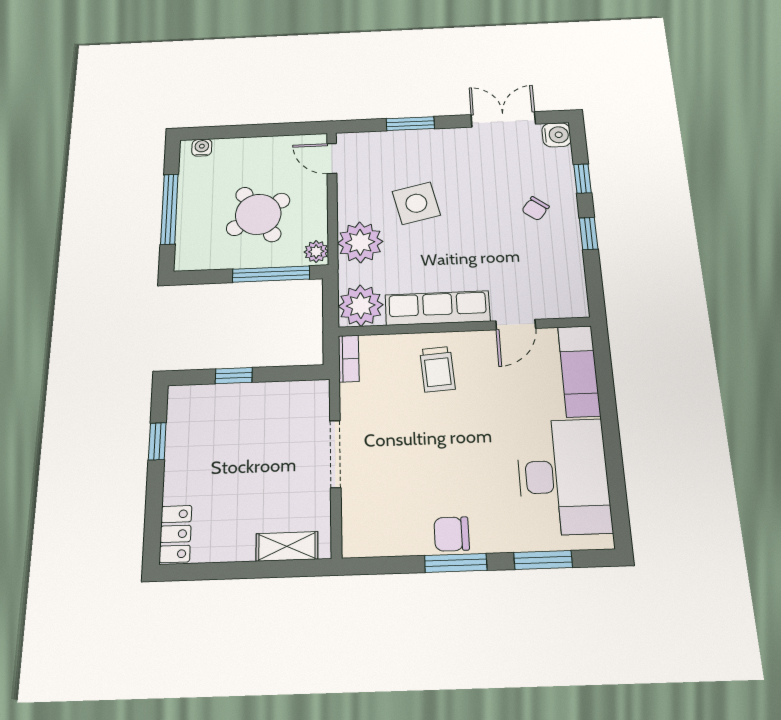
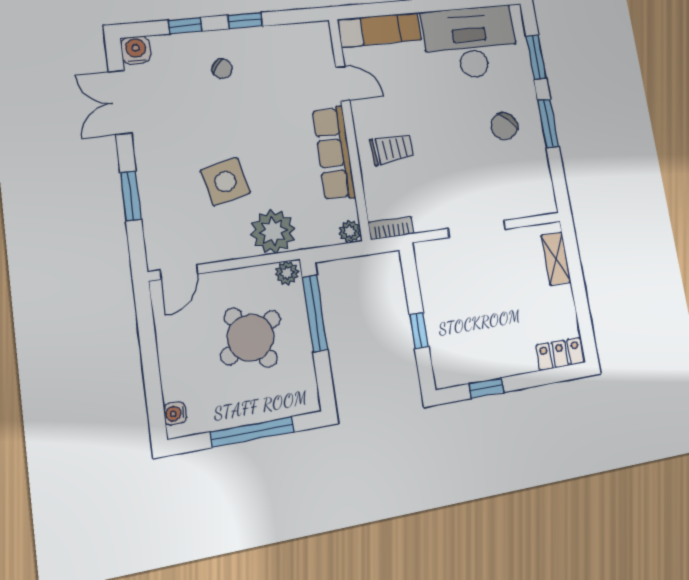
plant: (361, 306) -> (350, 232), width x0.53, depth x0.53
chair: (452, 534) -> (504, 126), moved, turned 44

